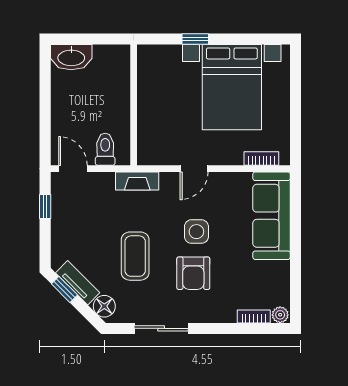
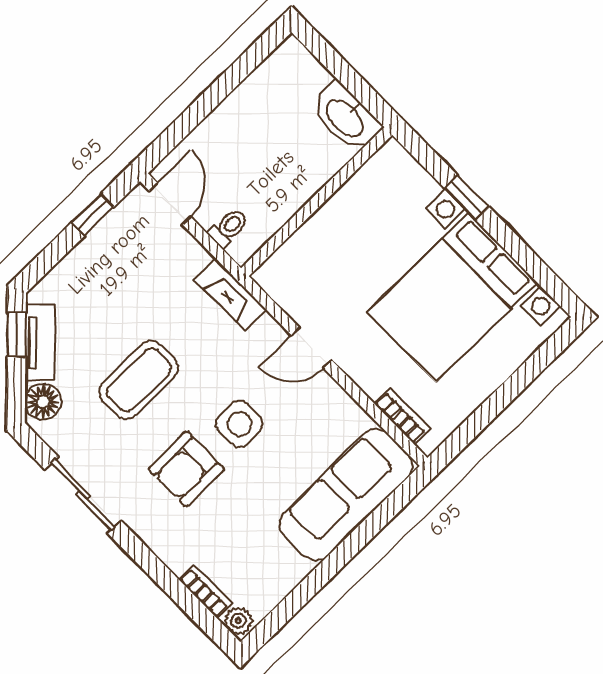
washbasin: (71, 57) -> (345, 117), moved
toilet: (105, 149) -> (228, 228), width x0.73, depth x0.72

